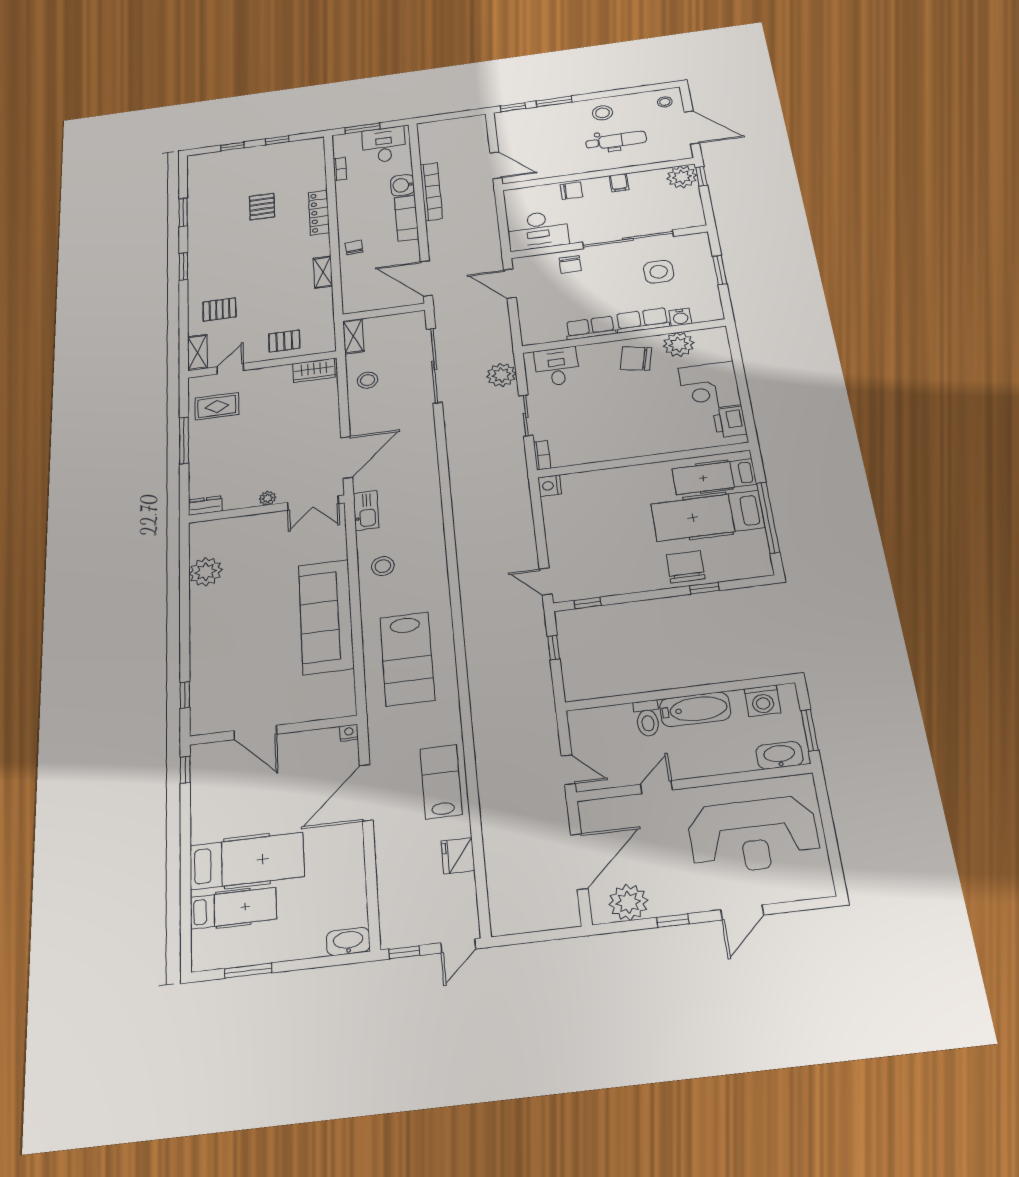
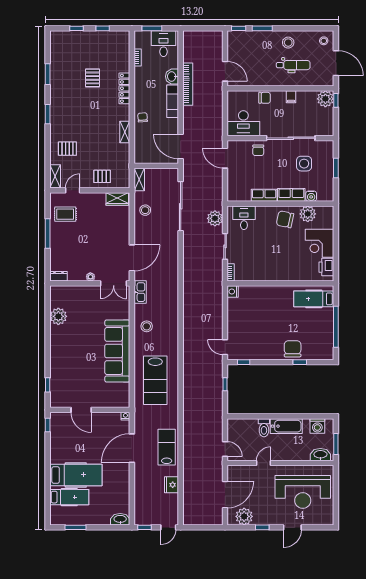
hospital bed: (708, 516) -> (307, 321), removed

